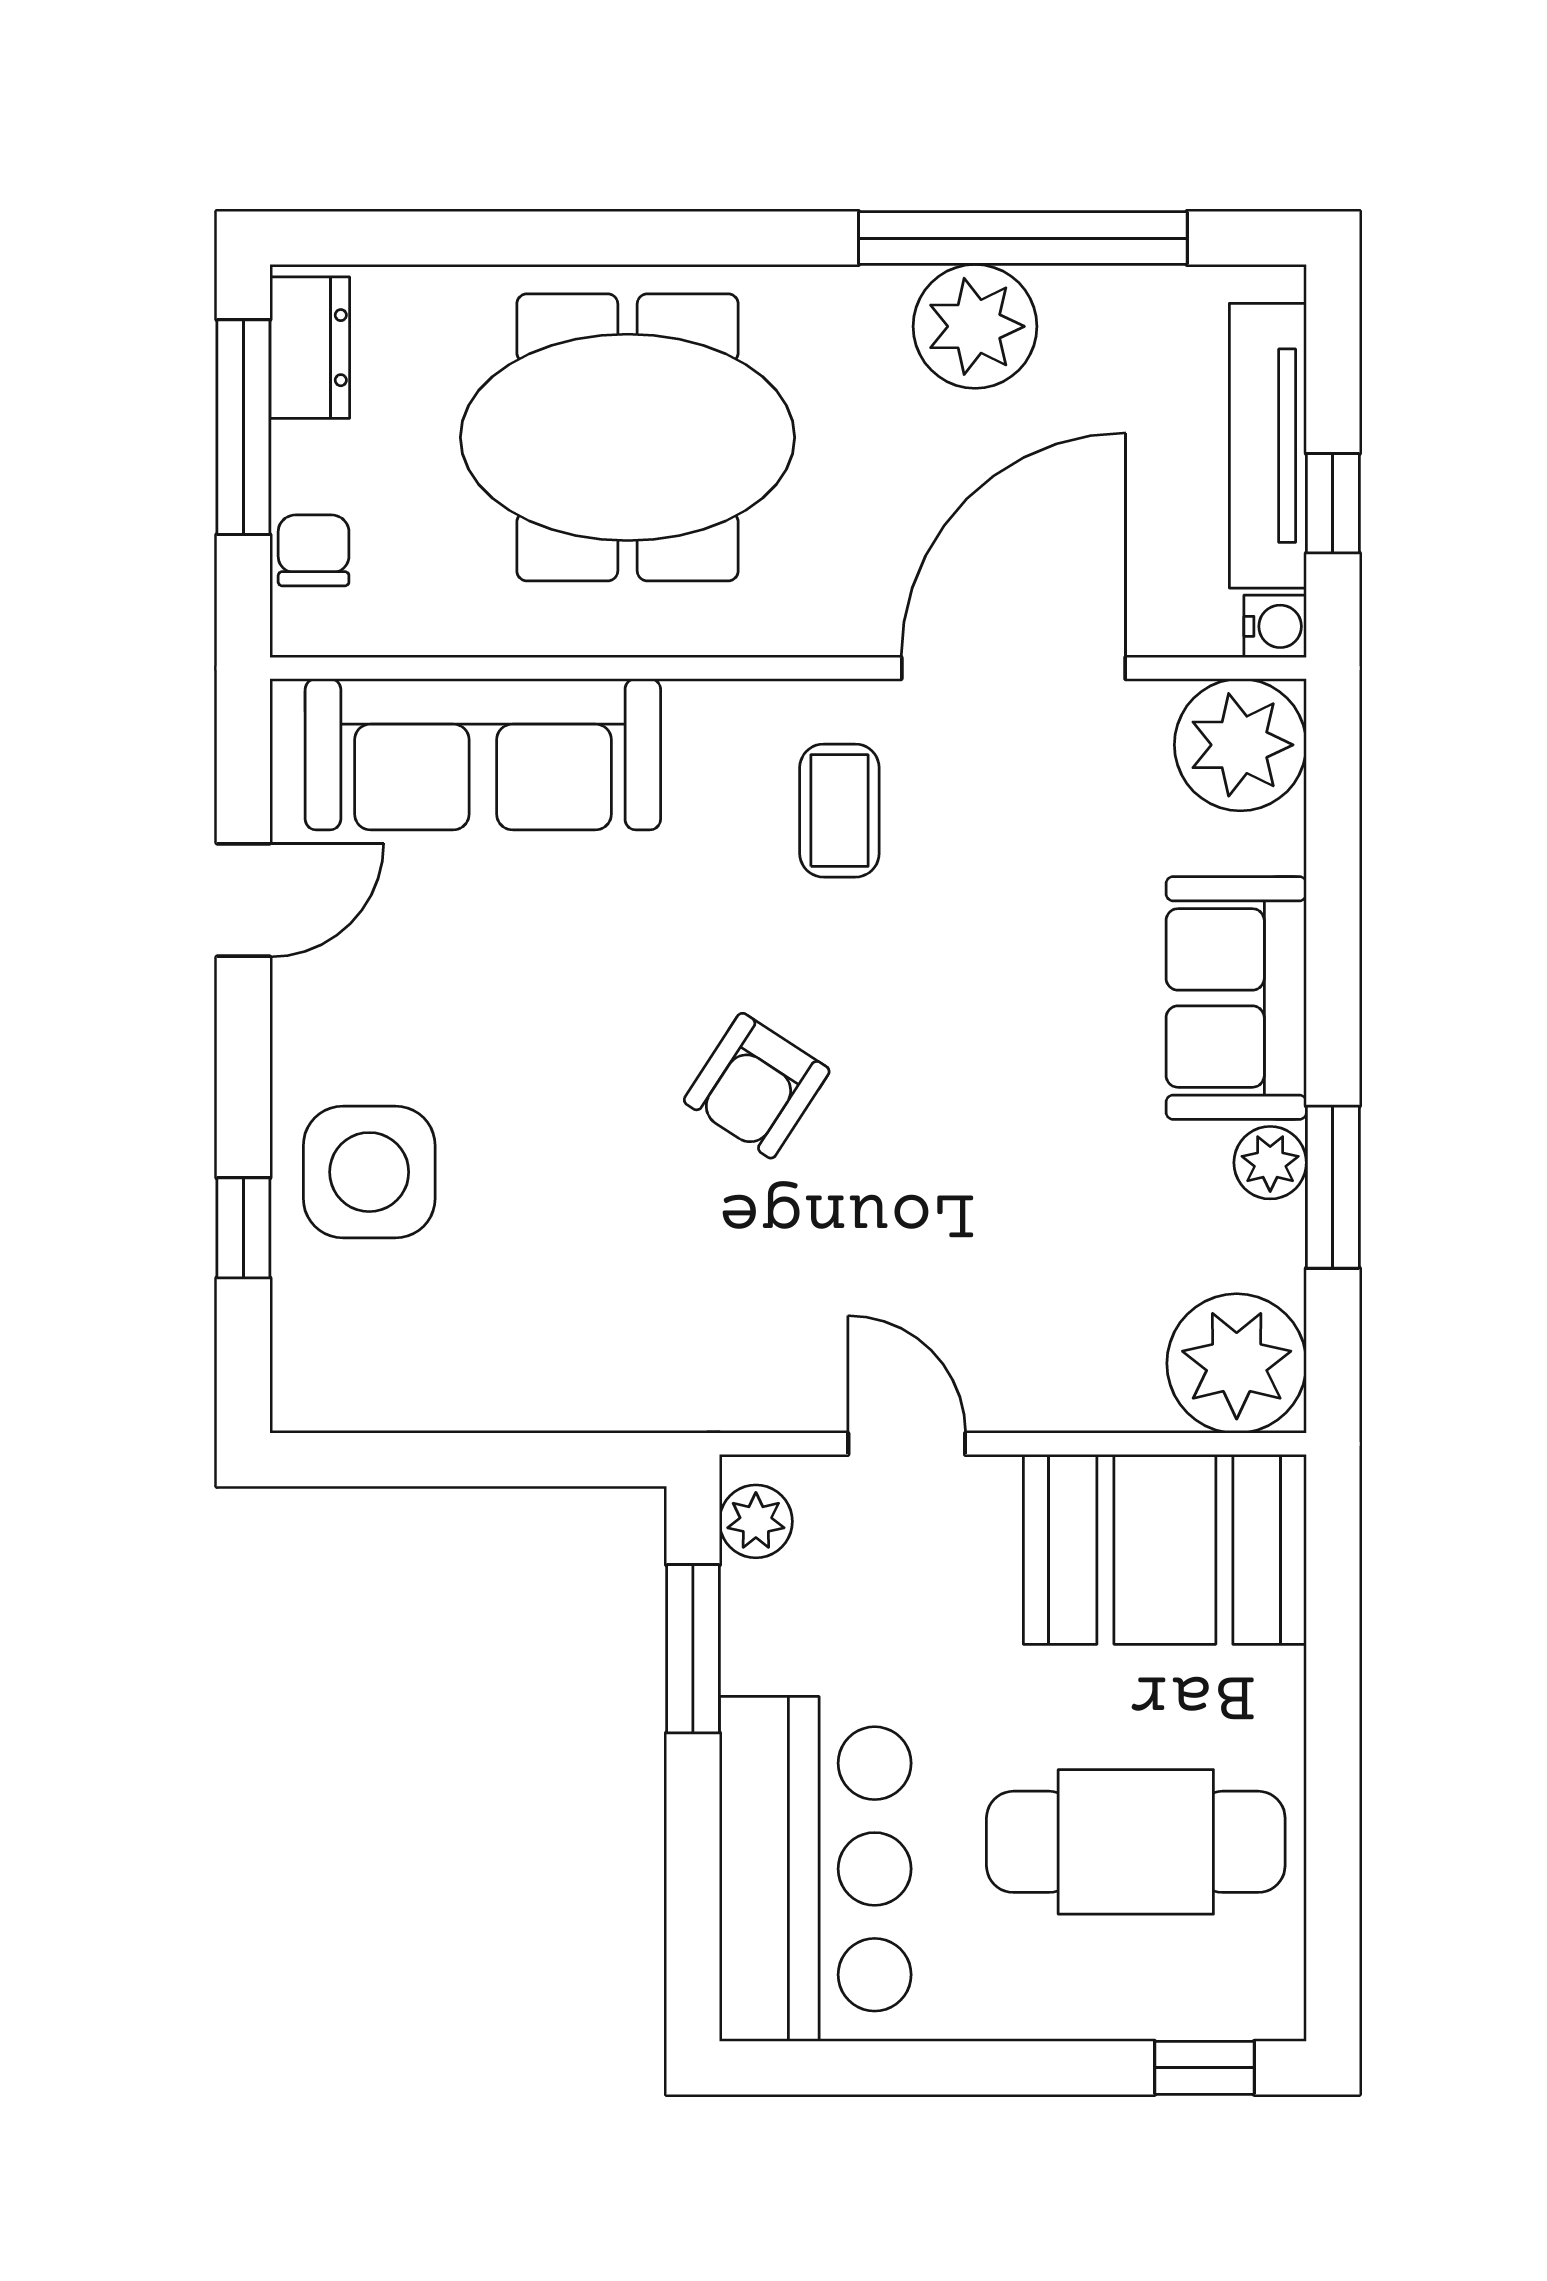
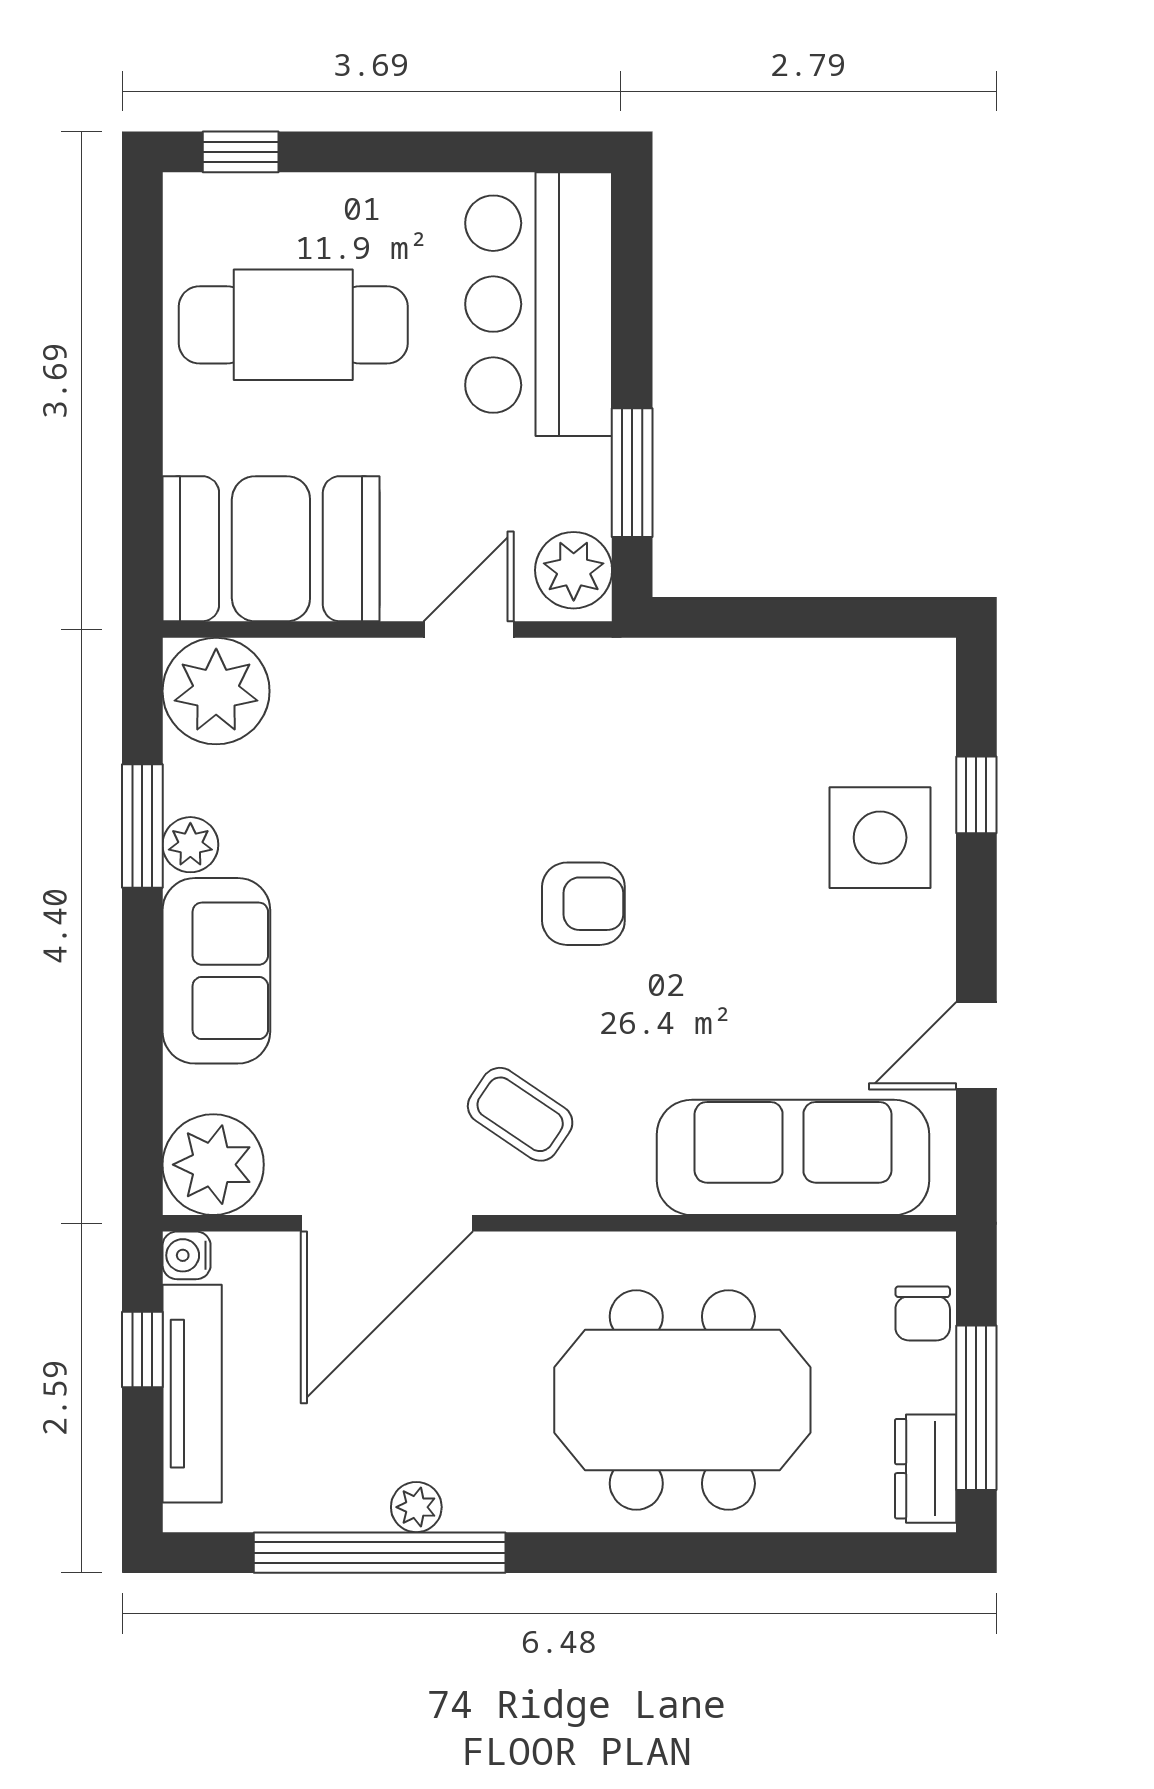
plant: (975, 326) -> (416, 1507), width x0.53, depth x0.53
coffee table: (839, 811) -> (520, 1114), turned -56
armchair: (757, 1086) -> (583, 904), turned 57
door: (907, 1444) -> (469, 630), swing flipped
plant: (756, 1521) -> (574, 570), width x1.38, depth x1.38

